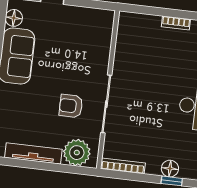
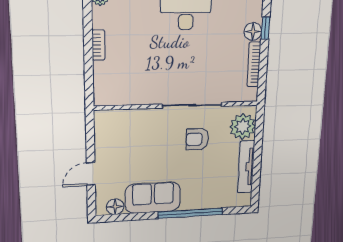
armchair: (71, 106) -> (197, 139), turned 90
bookcase: (123, 166) -> (254, 64), moved

